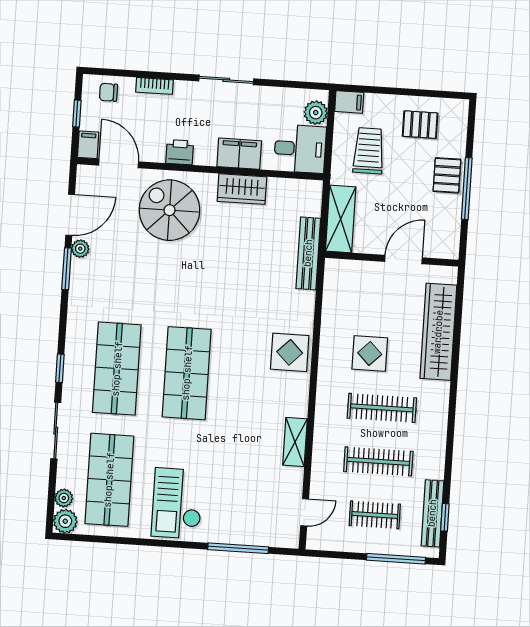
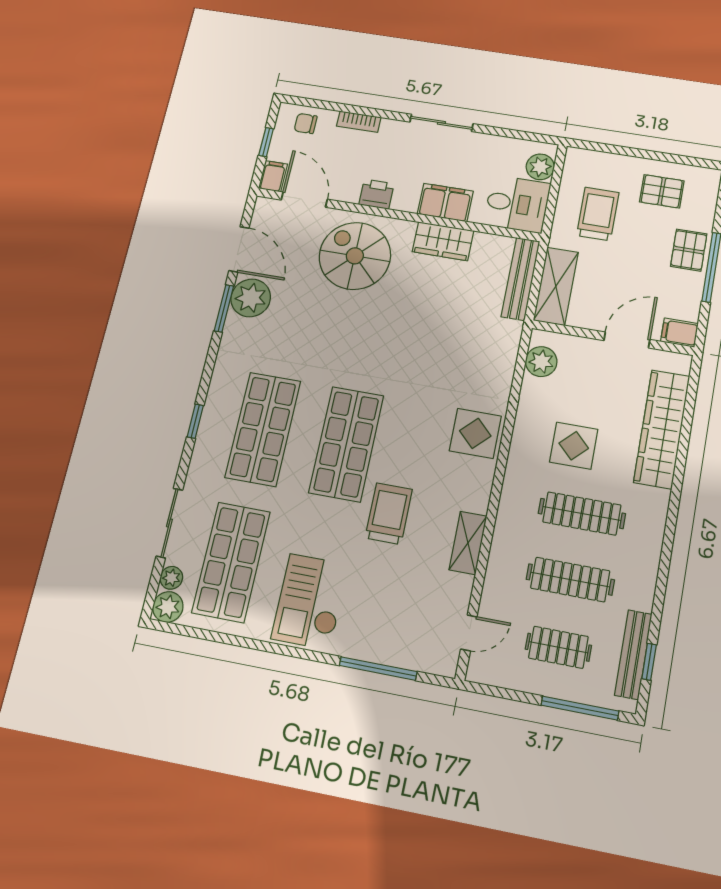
filing cabinet: (349, 102) -> (679, 333), moved, turned 180
door: (70, 215) -> (239, 249), hinge flipped
plant: (80, 249) -> (251, 298), width x1.87, depth x1.87
bench: (308, 253) -> (521, 279), moved
plant: (336, 286) -> (541, 362), added
trolley: (229, 426) -> (389, 514), added
sliding door: (56, 431) -> (169, 523), moved

